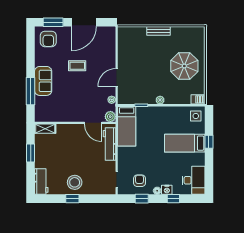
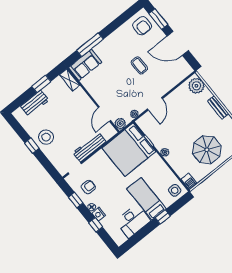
plant: (128, 34) -> (196, 86), added
armchair: (48, 39) -> (142, 26), turned -90
door: (117, 78) -> (155, 104), swing flipped
sofa: (43, 81) -> (85, 65), moved
bed: (127, 126) -> (129, 150), width x2.04
workbench: (109, 144) -> (89, 147), moved
desk: (194, 180) -> (133, 221), moved
workbench: (41, 182) -> (35, 103), moved

